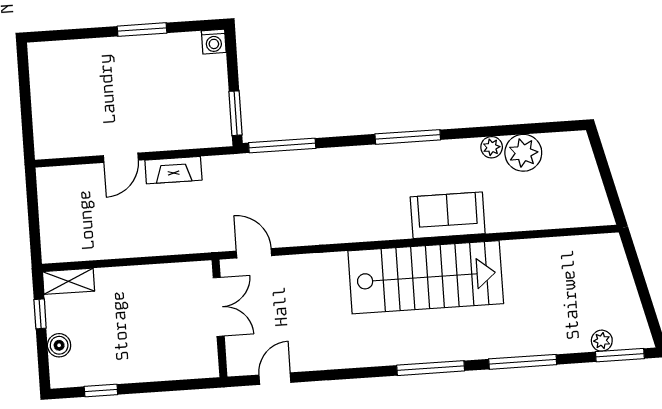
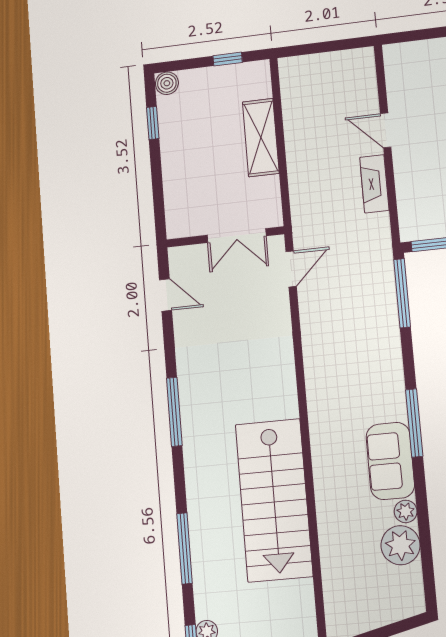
sofa: (448, 215) -> (390, 461), moved, turned 180
stairs: (426, 277) -> (274, 500), moved
shelving: (69, 281) -> (261, 138), moved, width x1.50, depth x1.33
boiler: (59, 345) -> (167, 83), moved
window: (431, 368) -> (174, 412), moved

